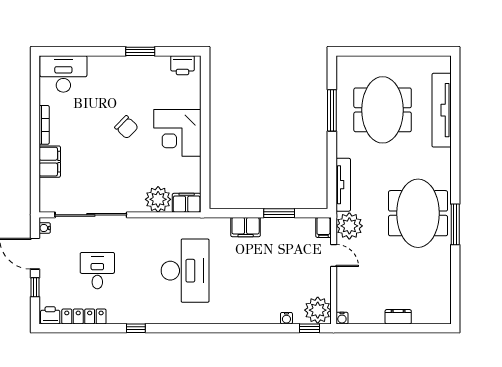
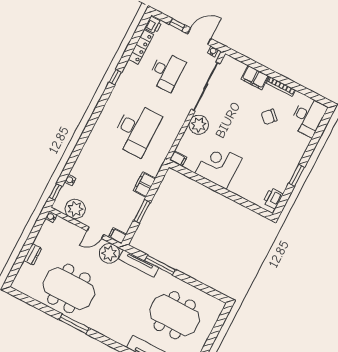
window: (332, 110) -> (160, 265), moved
chair: (126, 127) -> (269, 117), moved
corner desk: (177, 133) -> (219, 166), moved
plant: (158, 199) -> (199, 125), moved
filing cabinet: (187, 203) -> (178, 159), width x0.50
meeting table: (418, 213) -> (69, 289), moved
desk: (97, 271) -> (167, 72), width x1.37
desk: (185, 271) -> (136, 130), turned -90
plant: (318, 310) -> (75, 209), moved

